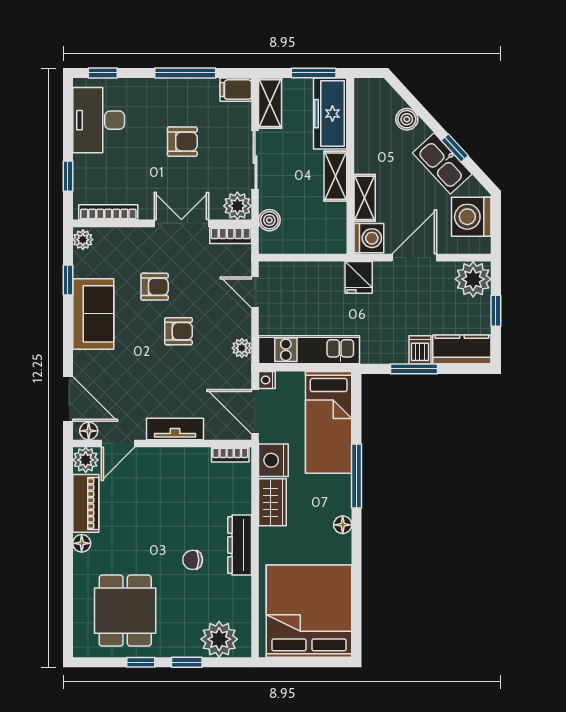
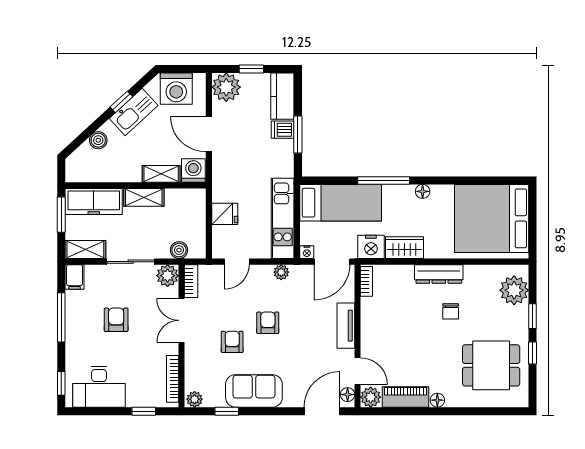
fridge: (359, 277) -> (225, 214), moved

